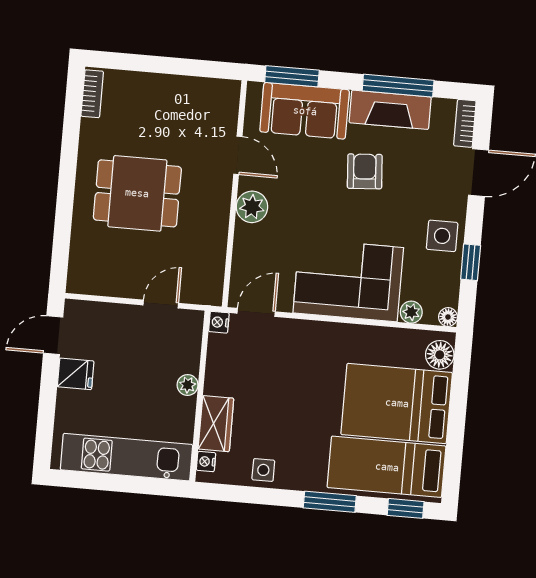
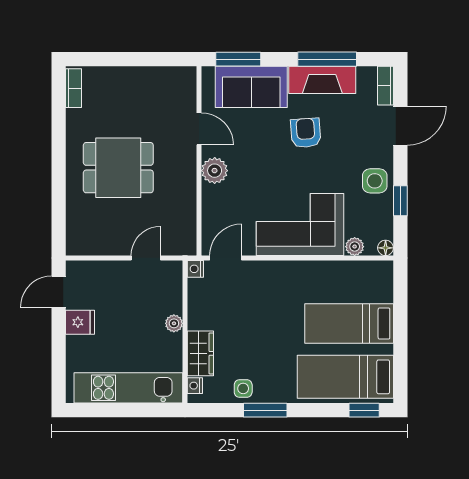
floor lamp: (440, 355) -> (381, 280), removed
bed: (397, 403) -> (349, 324), width x0.67
window: (330, 502) -> (265, 410), moved

